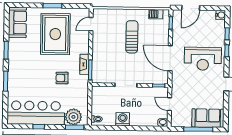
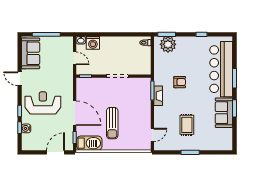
barbecue: (156, 14) -> (89, 143), width x1.88, depth x1.53
water cooler: (221, 15) -> (26, 128), moved
sofa: (17, 22) -> (224, 113), moved
rug: (55, 34) -> (187, 125), width x0.54, depth x0.49
door: (170, 58) -> (75, 113), moved
bar counter: (36, 113) -> (221, 69), moved, turned 90
sofa: (208, 118) -> (31, 53), moved, turned -90
washing machine: (123, 119) -> (93, 43), moved

